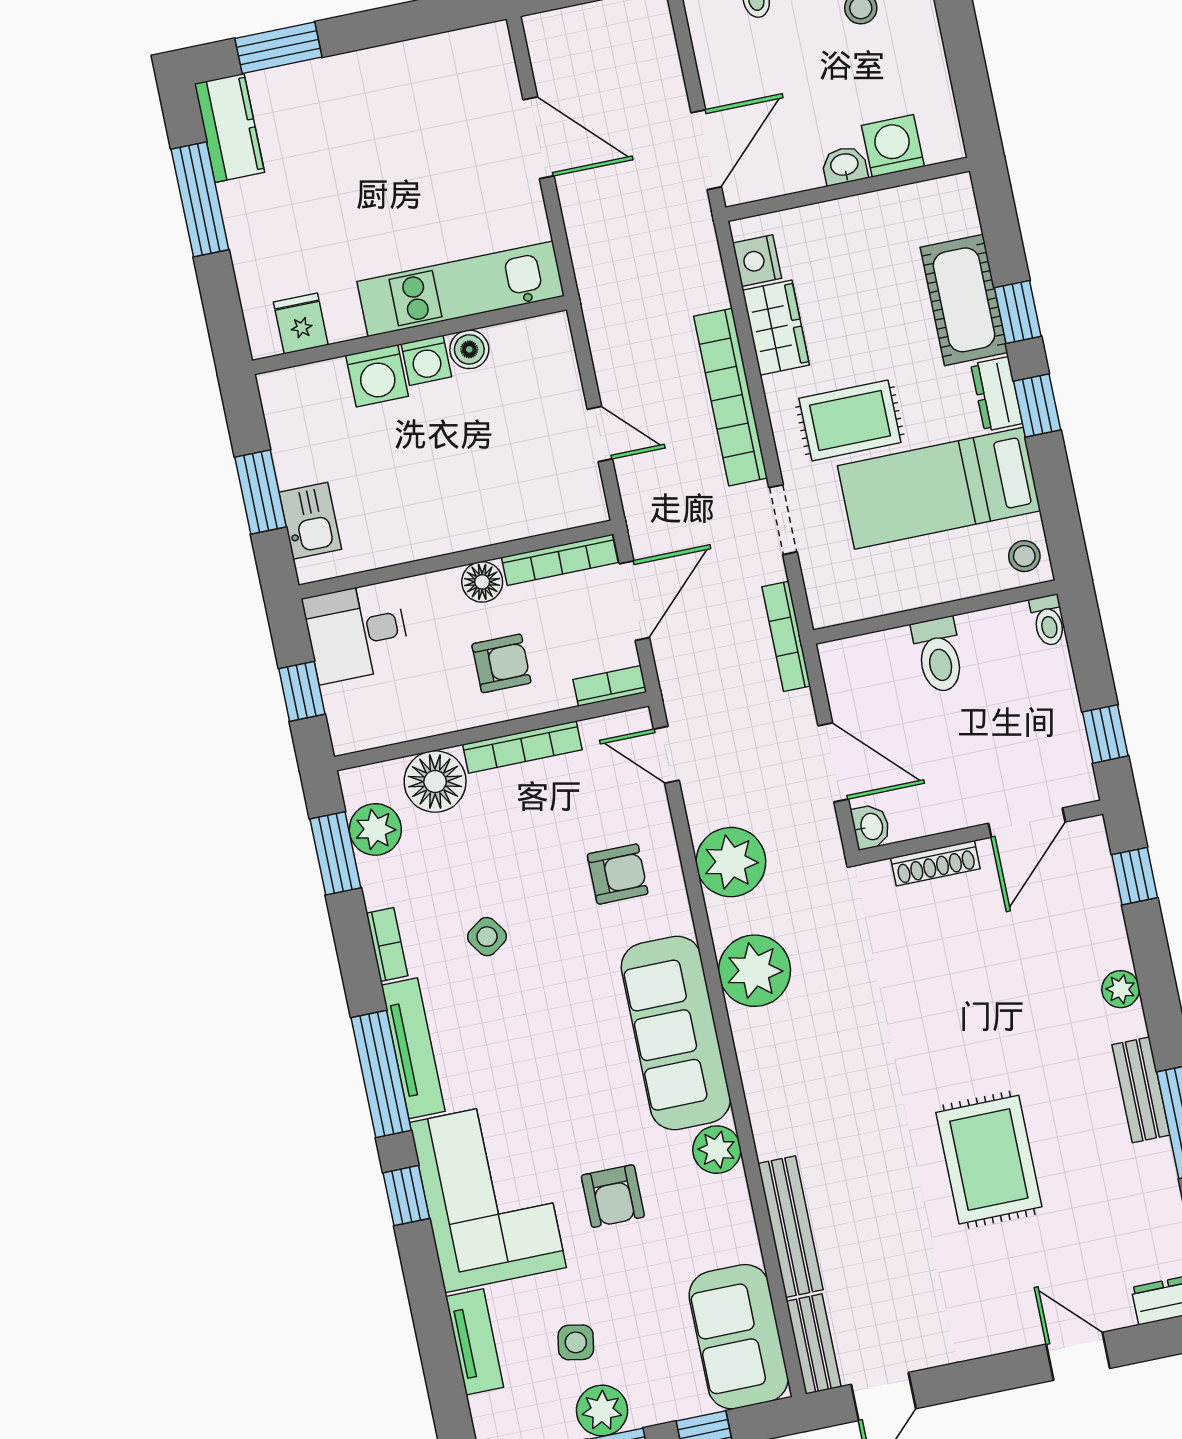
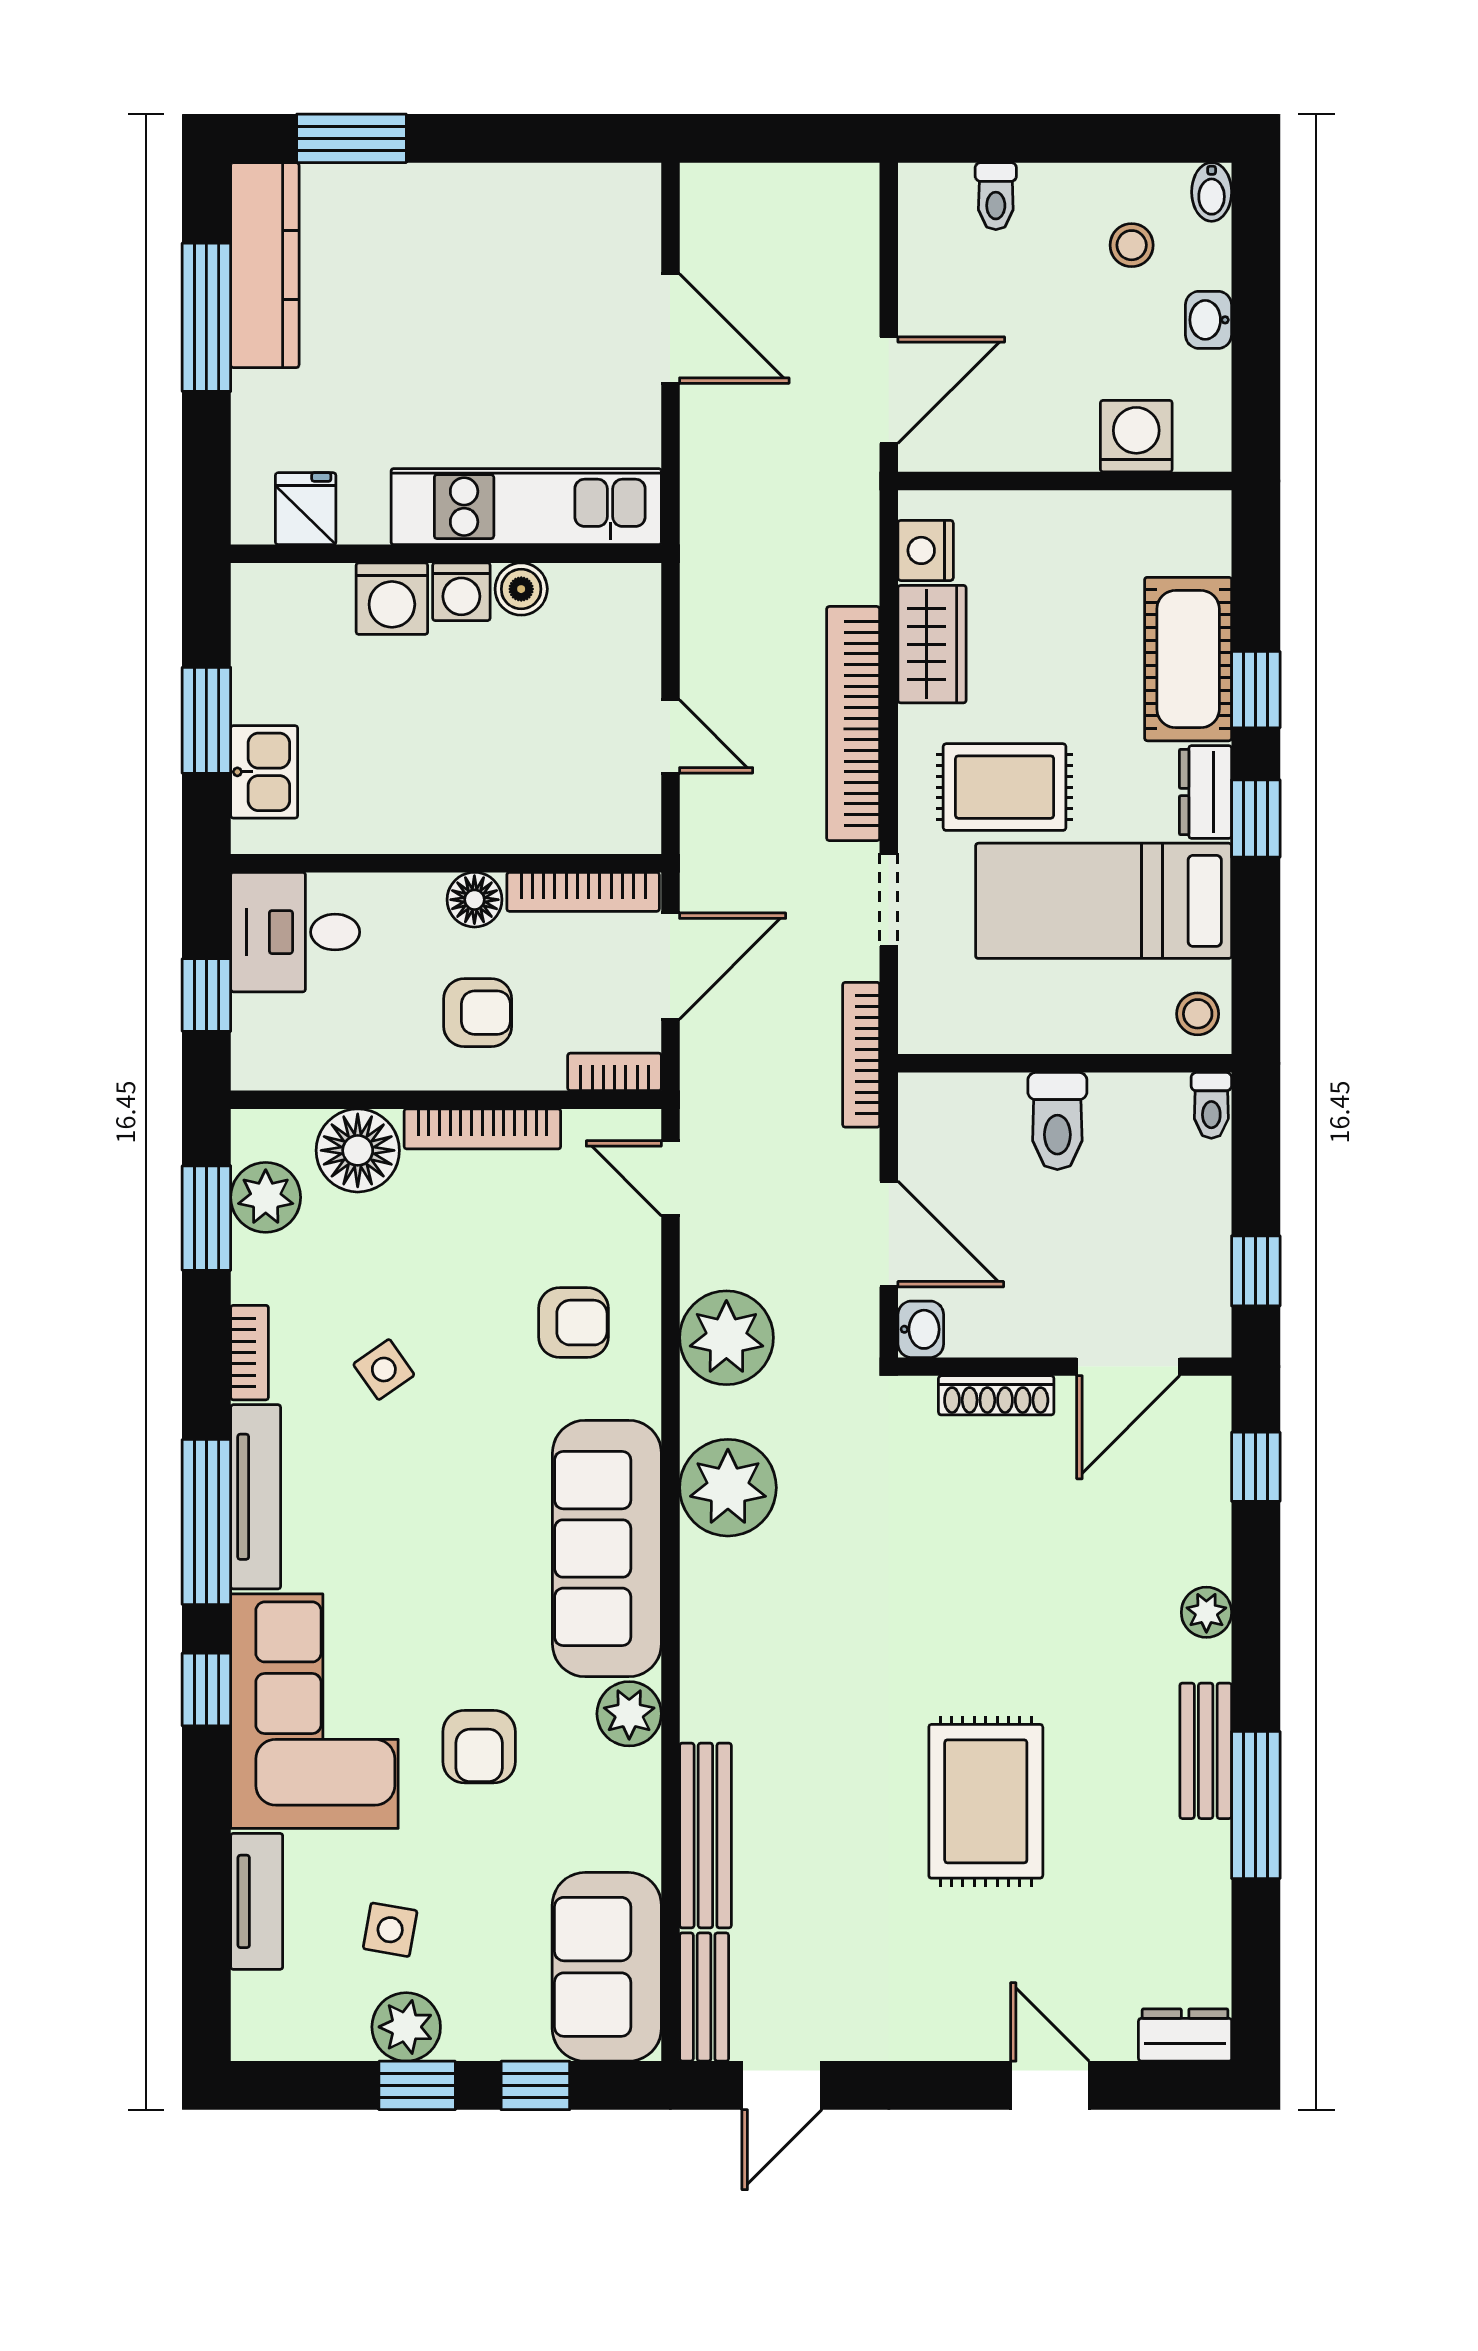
kitchen counter: (229, 128) -> (265, 265), width x1.50
washbasin: (845, 166) -> (1208, 320), moved, turned -90

